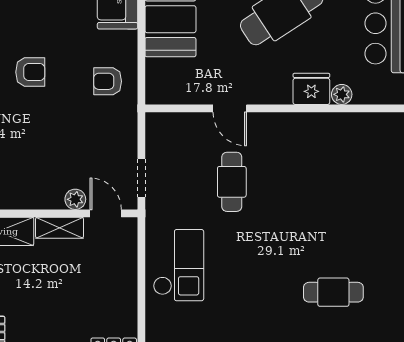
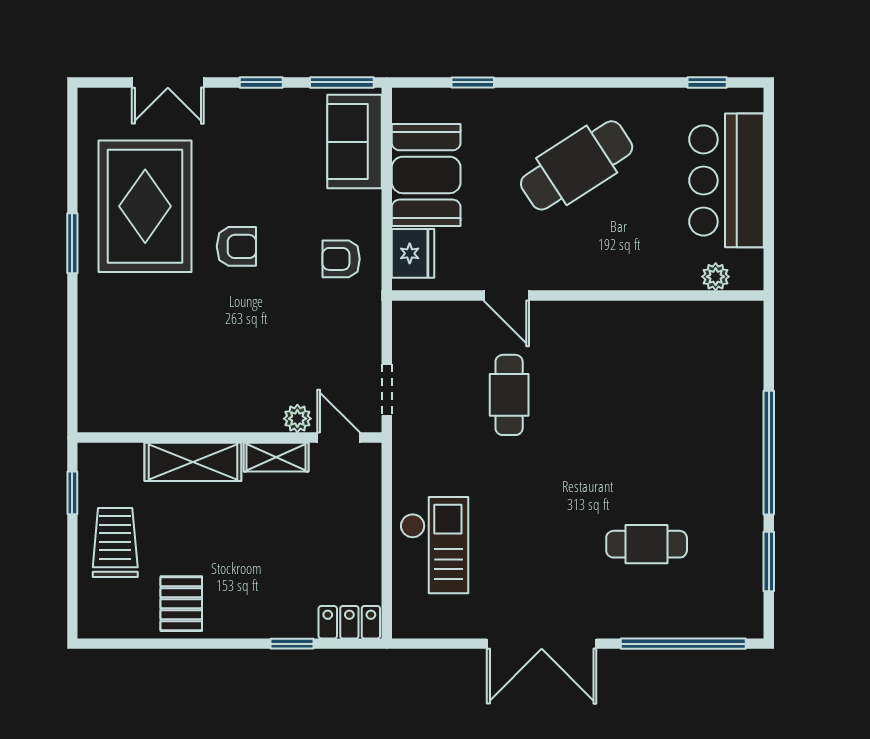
fridge: (311, 89) -> (413, 253), moved, turned 90
plant: (342, 94) -> (716, 277), moved
checkout: (179, 265) -> (434, 545), moved

